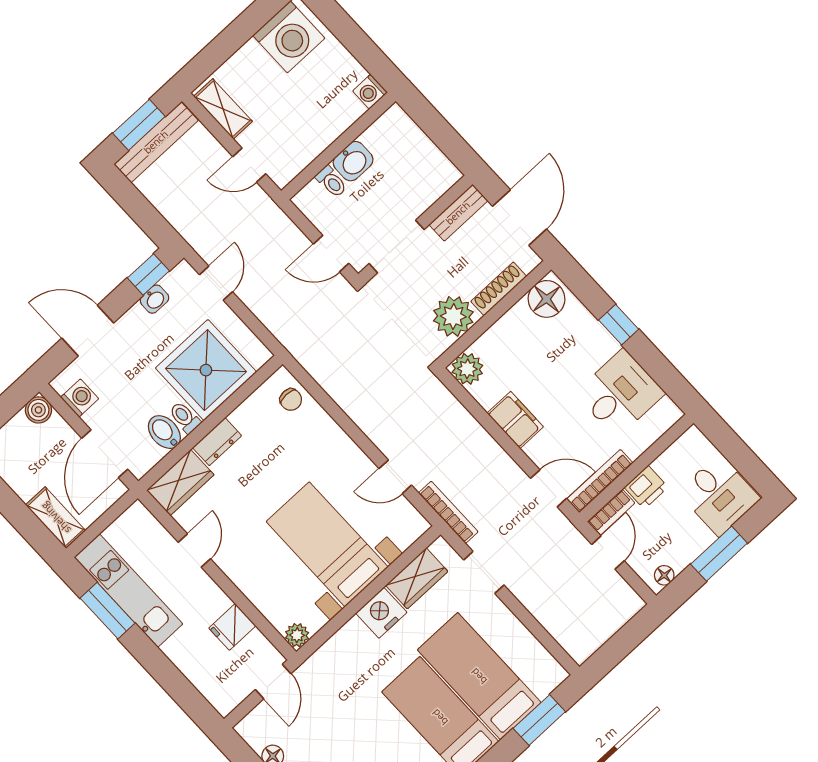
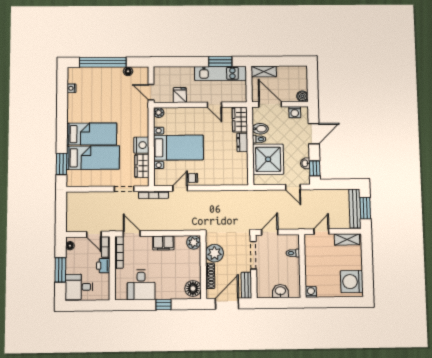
washbasin: (353, 161) -> (280, 291), moved, turned 90
door: (520, 218) -> (227, 304), swing flipped
chair: (291, 400) -> (193, 178), moved
door: (549, 488) -> (132, 234), swing flipped

